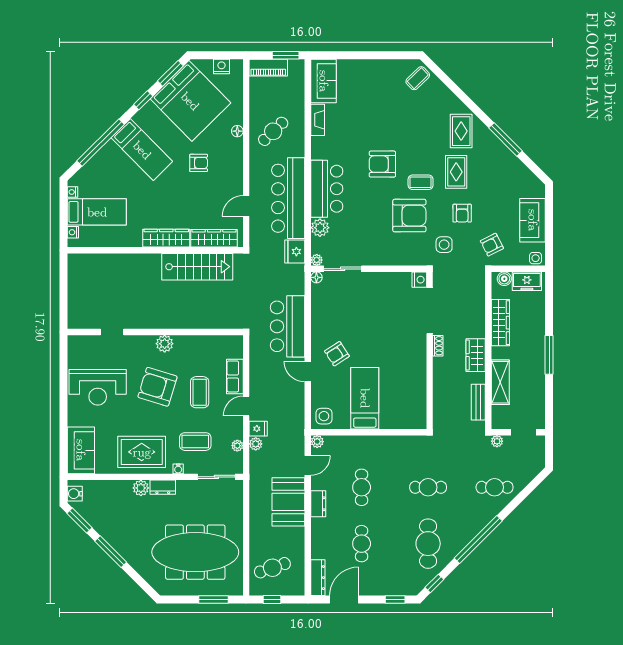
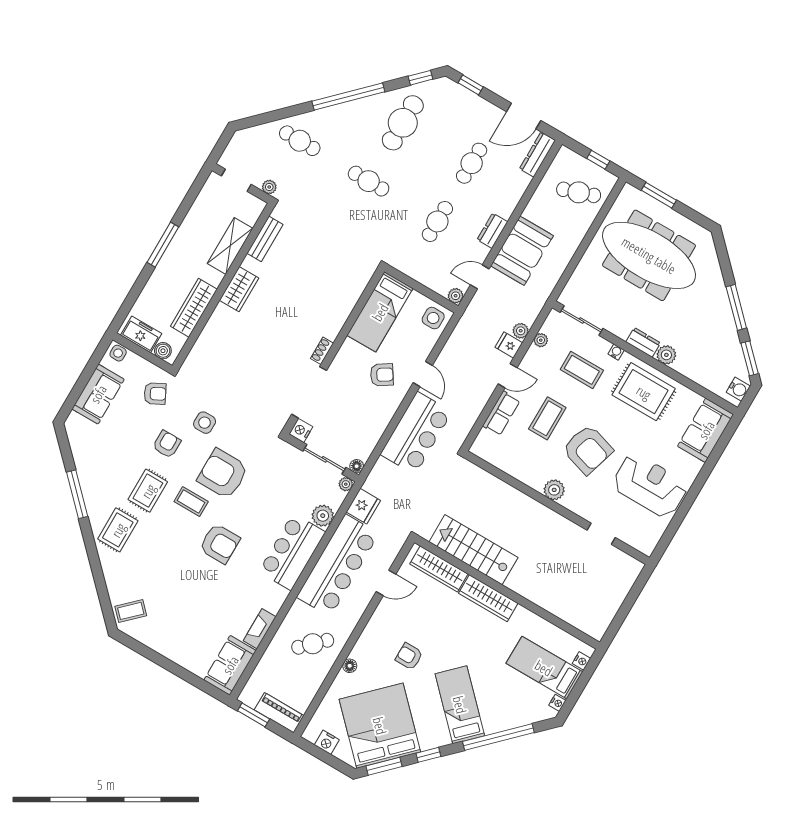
nightstand: (419, 280) -> (301, 430), moved
doorway: (430, 310) -> (309, 392), moved
shoe rack: (438, 346) -> (322, 351), moved
wall: (430, 350) -> (333, 351), moved

